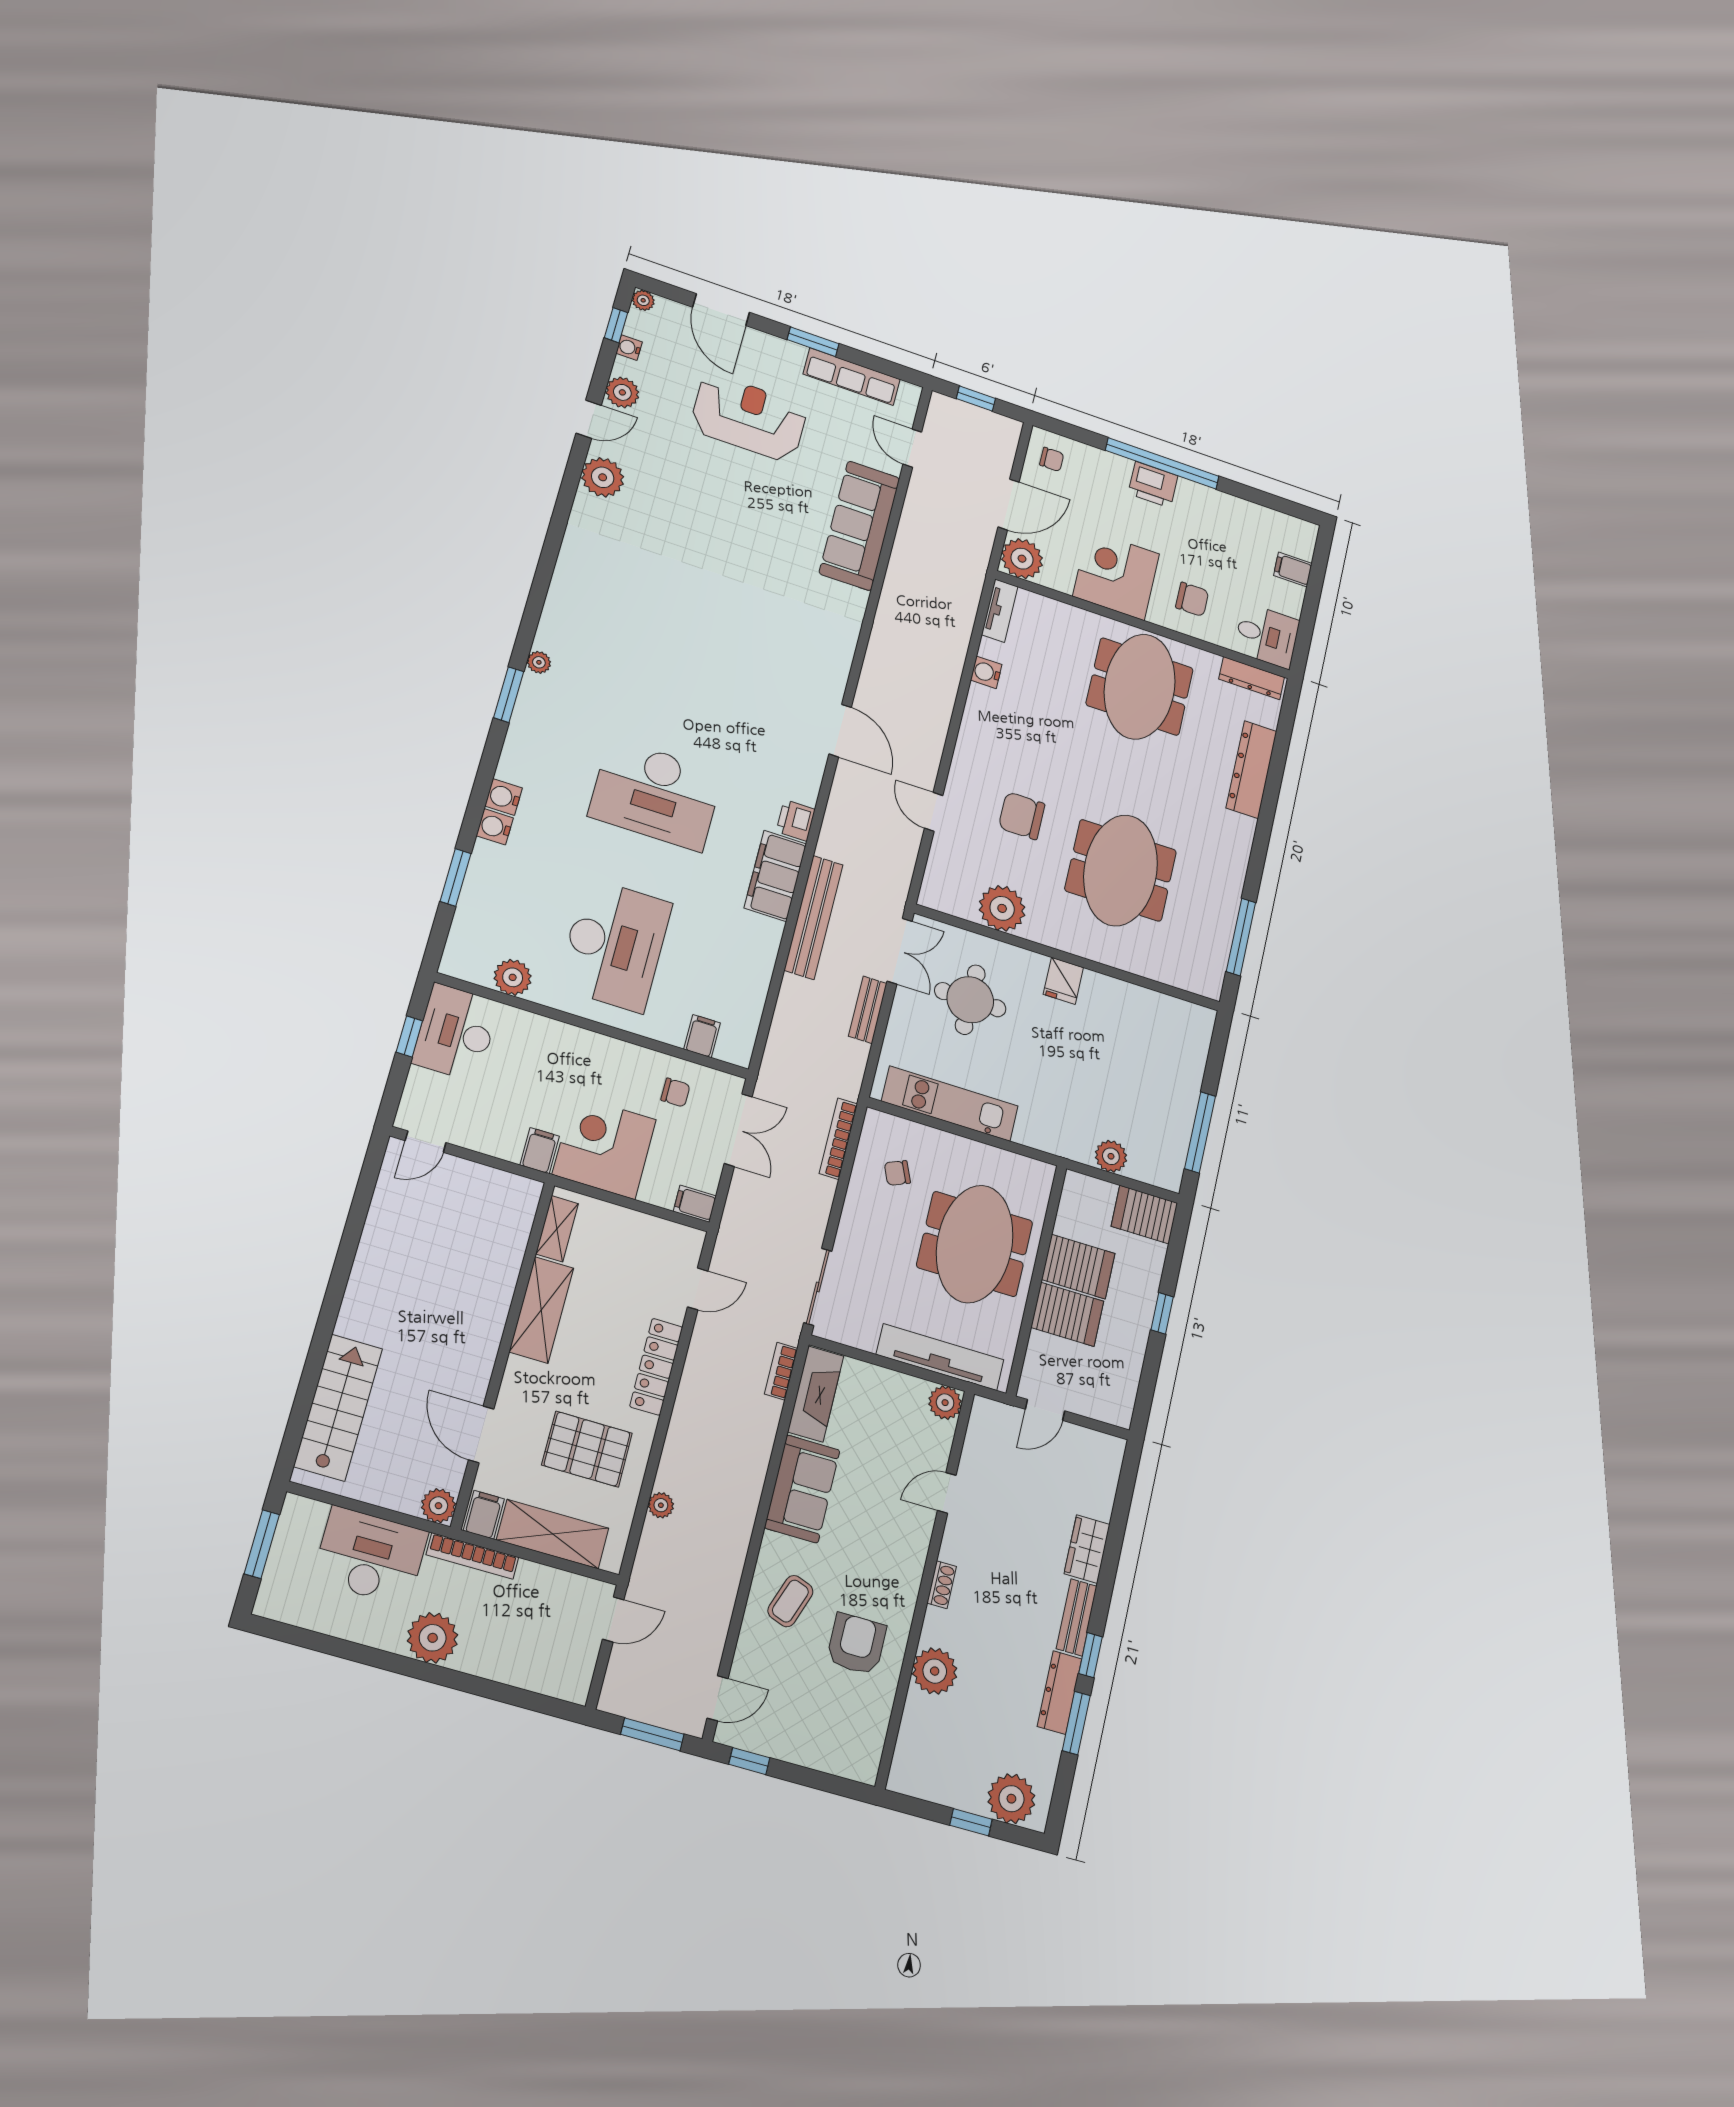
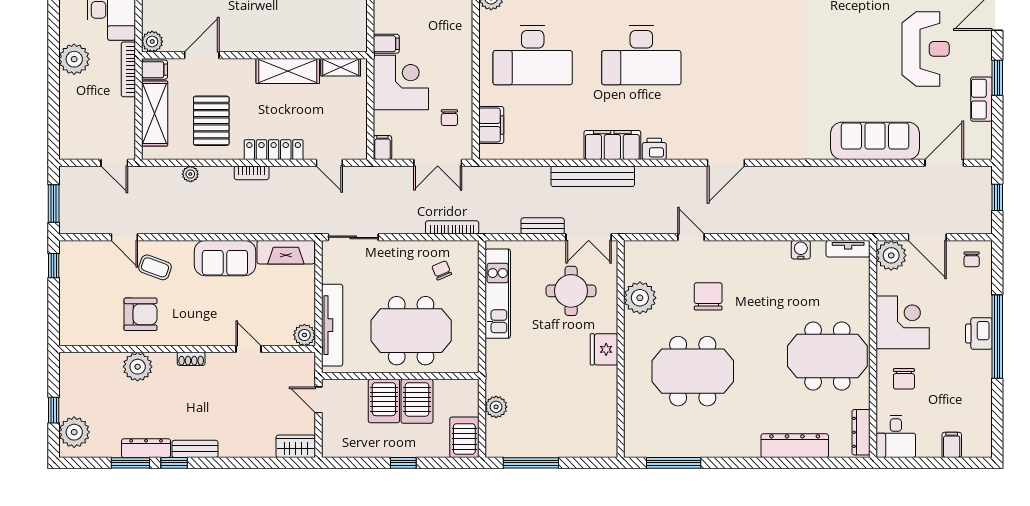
row of seats: (852, 377) -> (981, 99), width x0.68
door: (912, 448) -> (944, 163), width x1.38
desk: (656, 794) -> (641, 55), turned -90
door: (934, 812) -> (691, 237), hinge flipped
fridge: (1063, 981) -> (604, 349), width x1.38
filing cabinet: (702, 1036) -> (491, 125), width x2.00
bookcase: (781, 1371) -> (252, 173), moved, turned 180
wardrobe: (1087, 1549) -> (296, 446), moved
door: (718, 1698) -> (124, 237), moved

